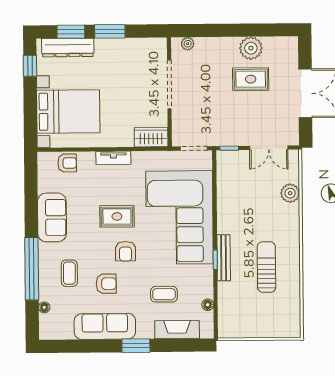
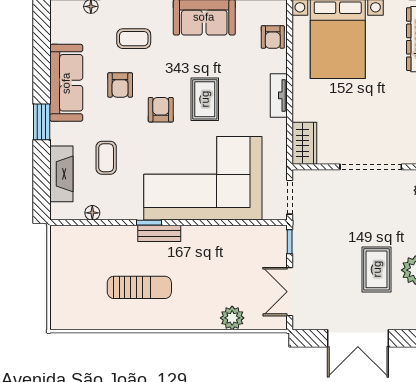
armchair: (125, 251) -> (161, 110), turned 90
bench: (224, 258) -> (159, 233), width x0.73

